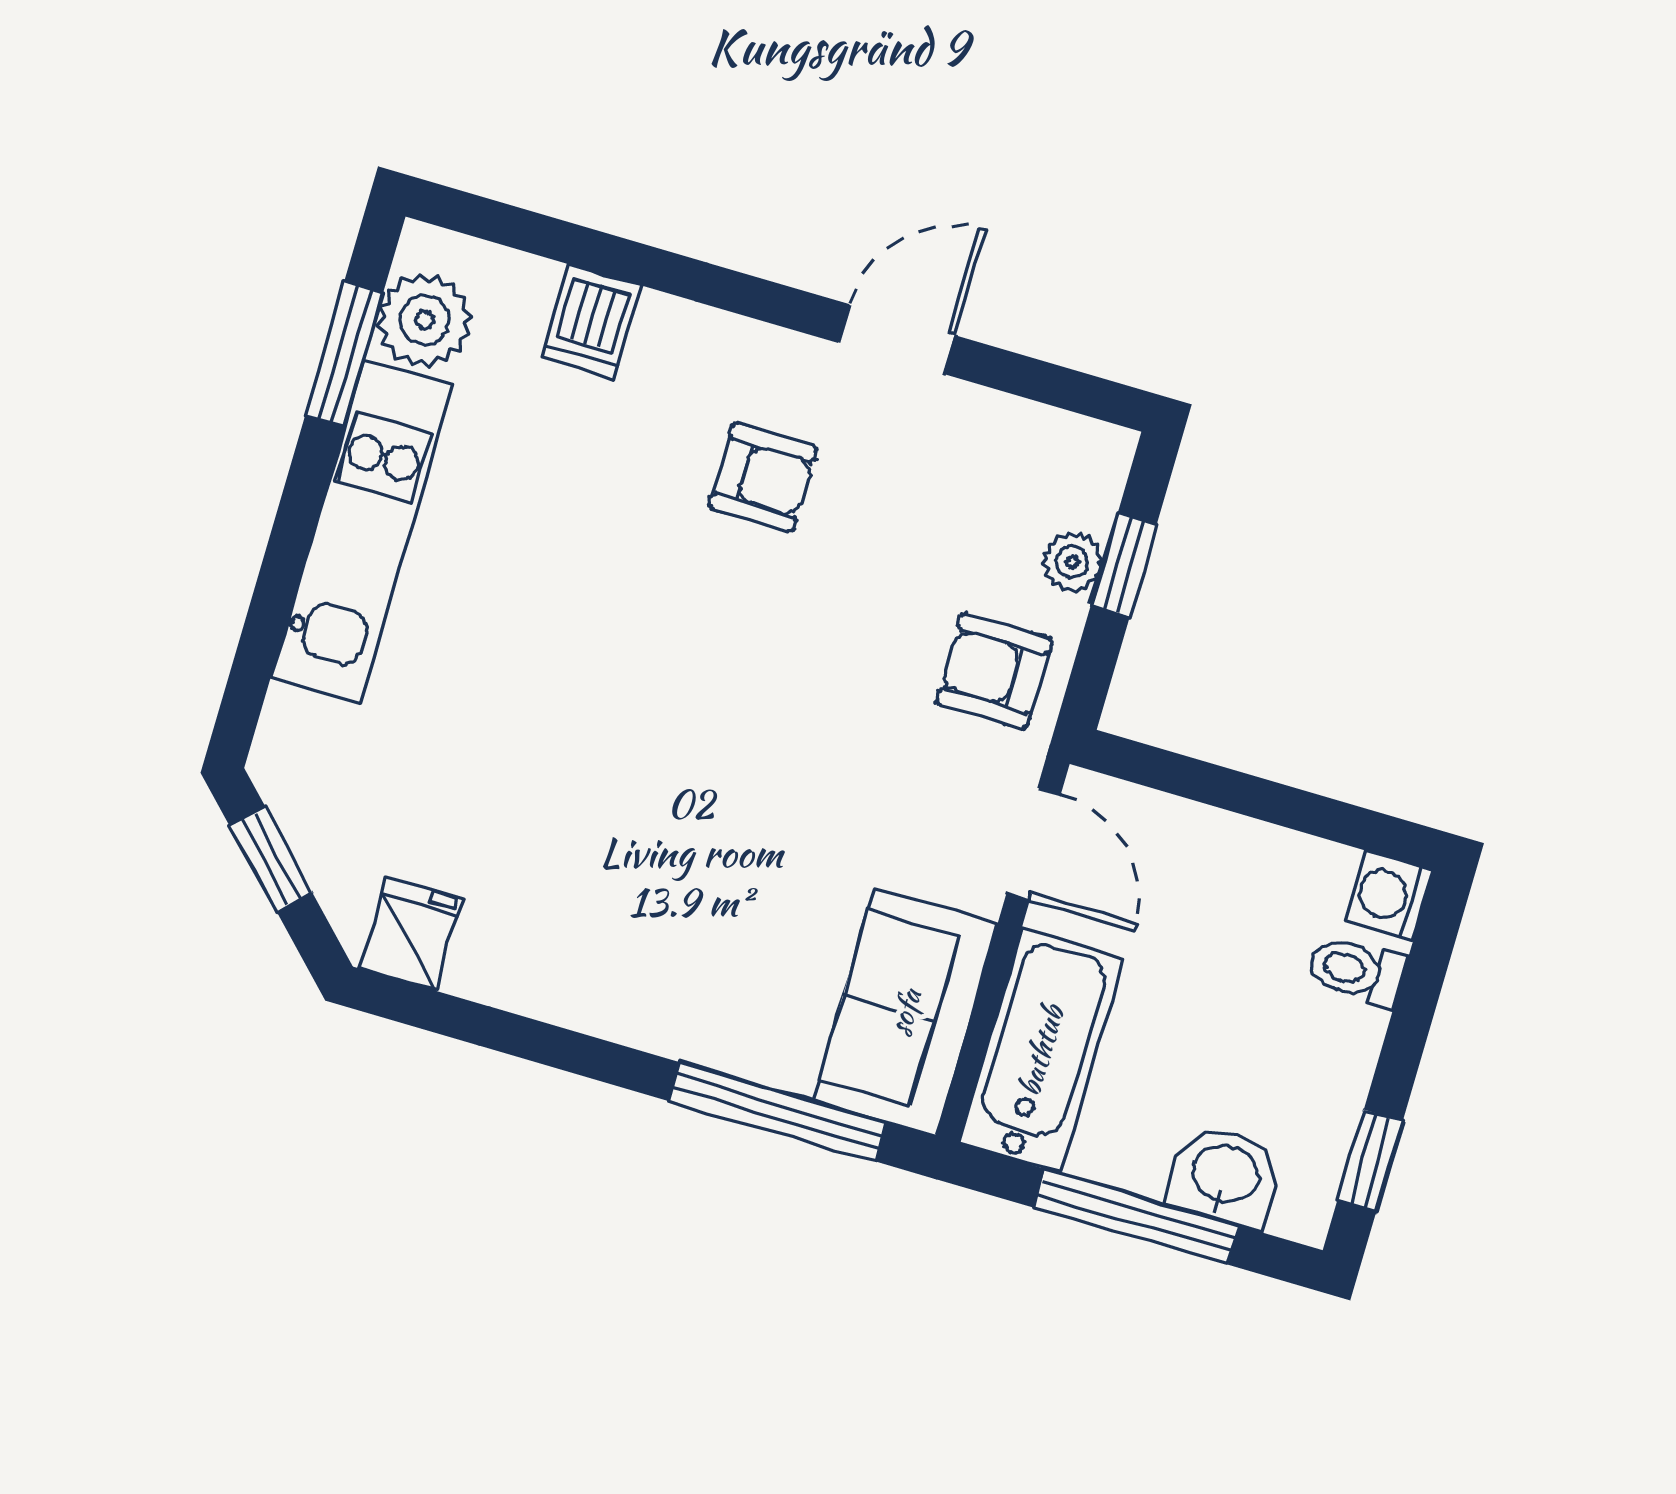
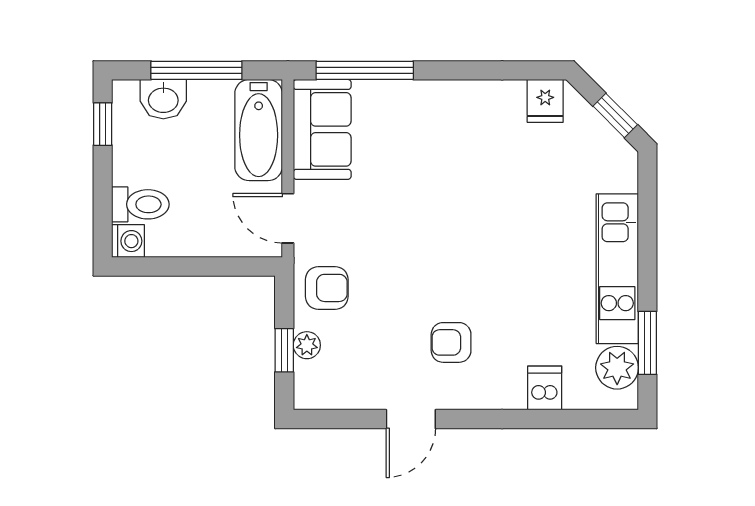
toilet: (1357, 971) -> (140, 204), width x1.37, depth x1.39

